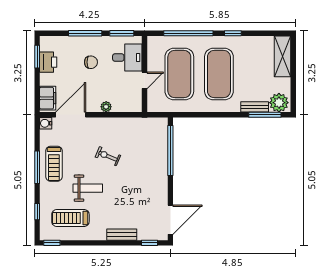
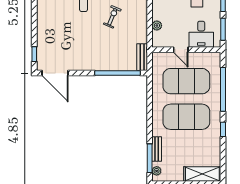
plant: (279, 103) -> (157, 171), width x0.53, depth x0.53
plant: (106, 107) -> (157, 26), moved
bench: (122, 235) -> (142, 57), moved

